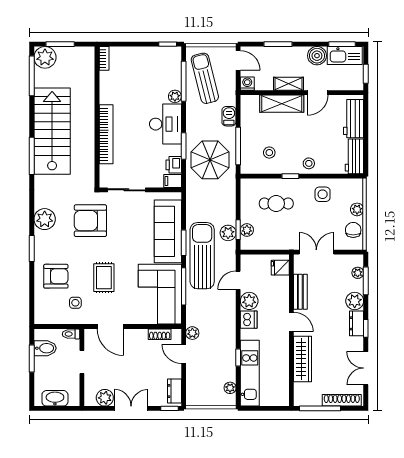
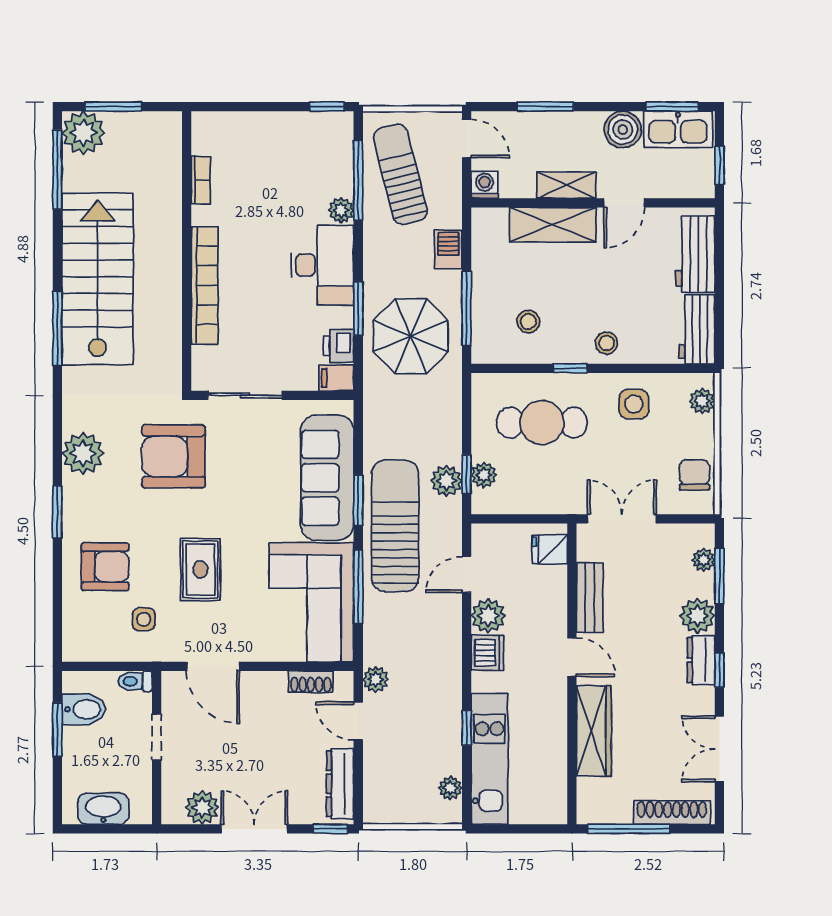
bookcase: (104, 58) -> (201, 180), moved
cafe table: (276, 203) -> (542, 423), width x1.37, depth x1.35
plant: (357, 209) -> (702, 401), moved
dresser: (174, 391) -> (340, 784), width x1.44

